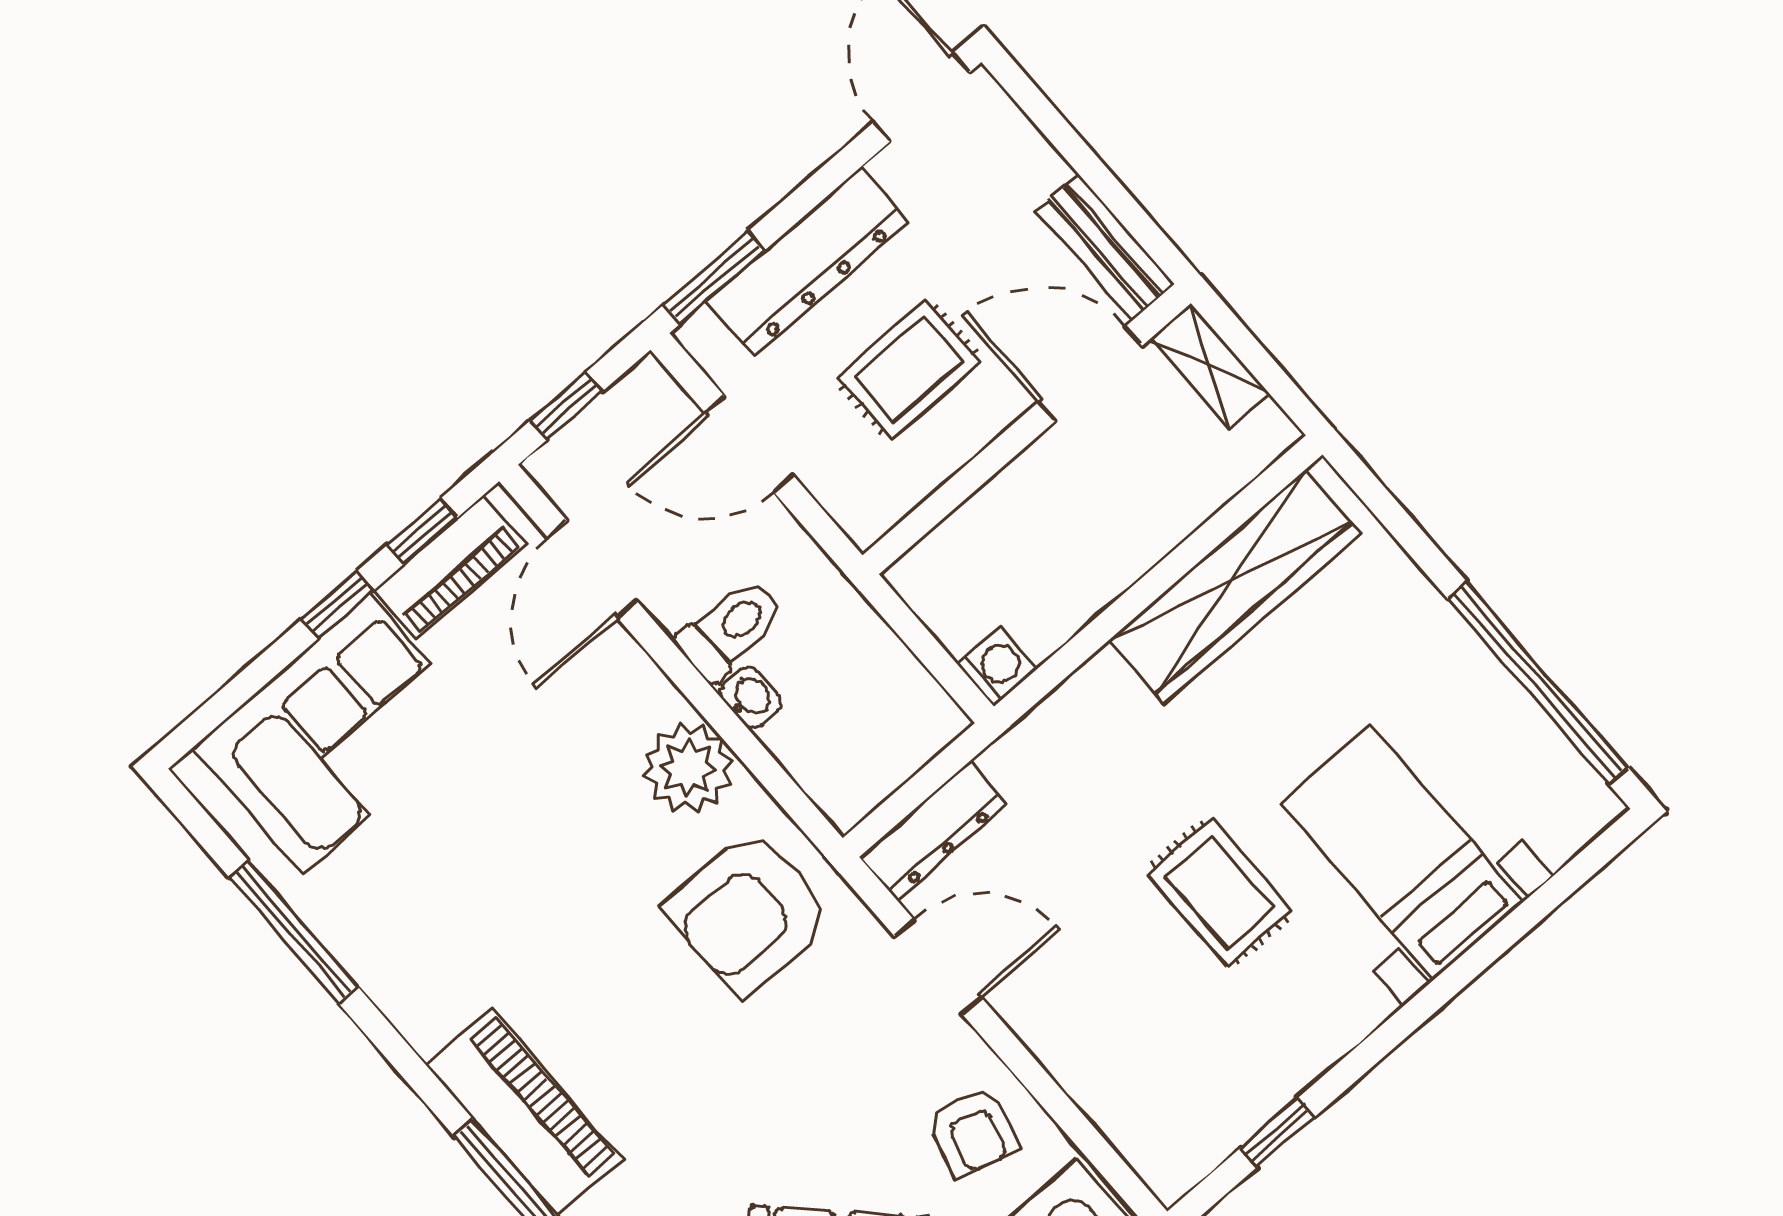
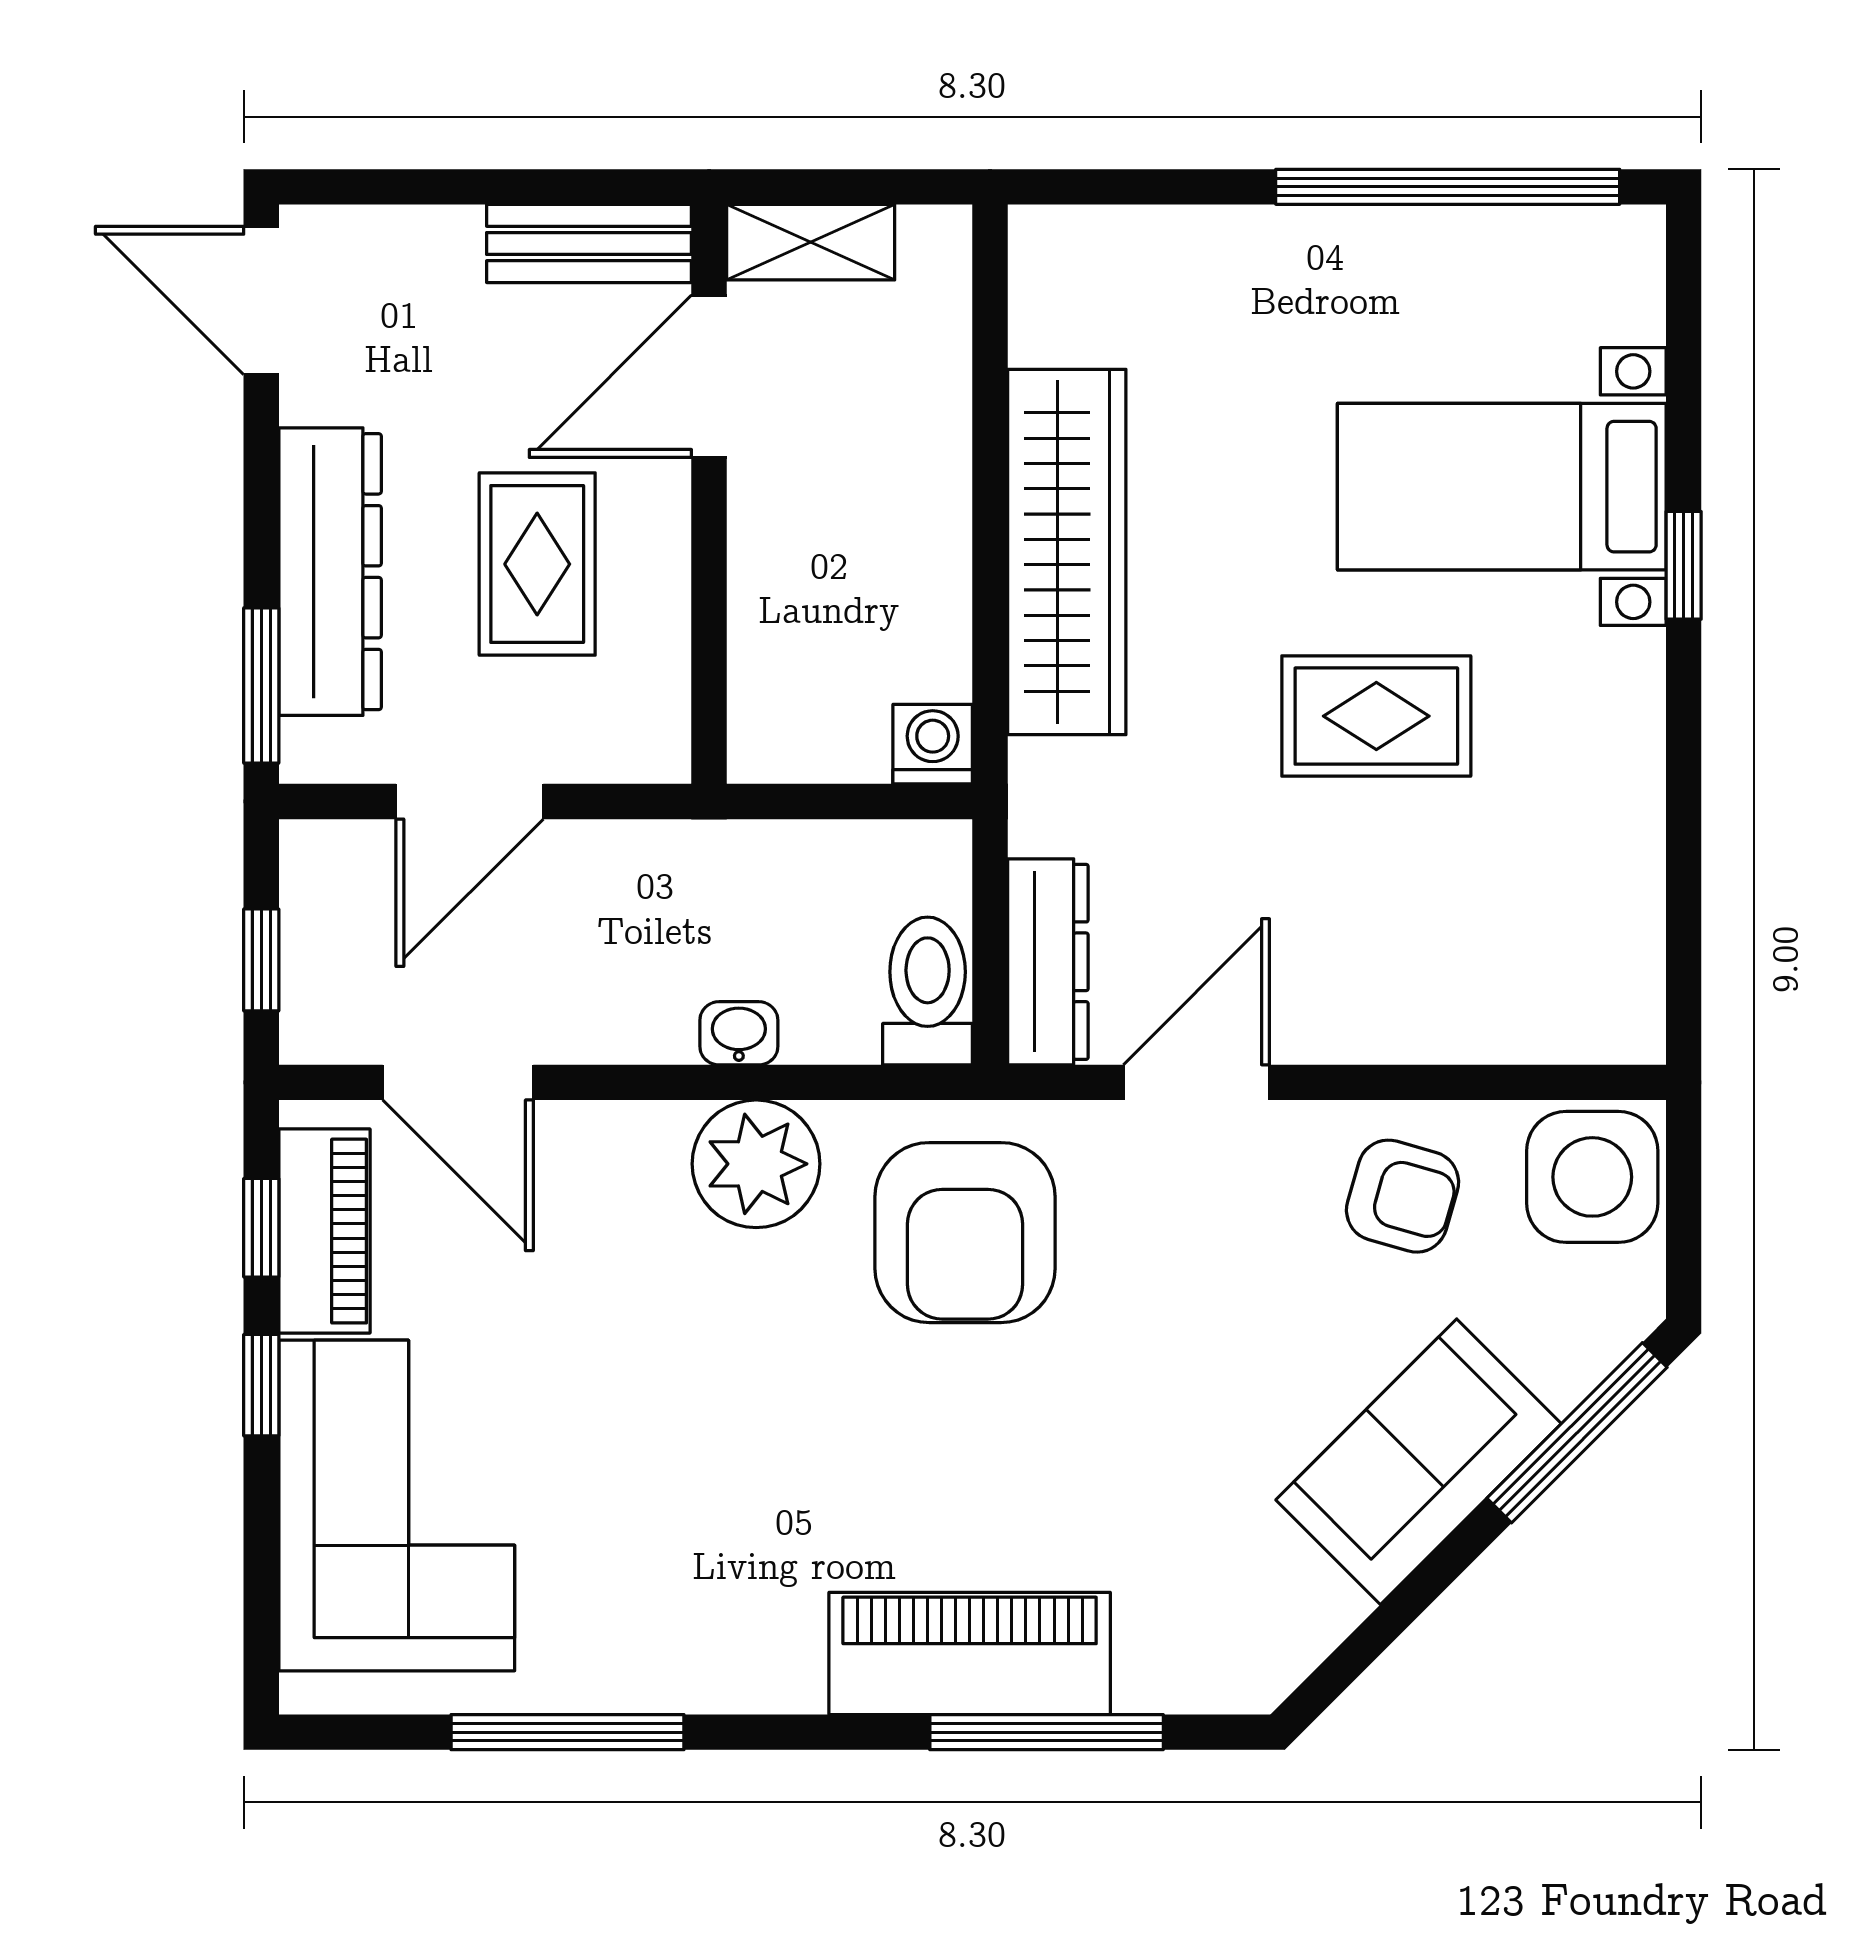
wardrobe: (1235, 586) -> (1067, 552), moved
toilet: (731, 629) -> (928, 991), moved
window: (1277, 1133) -> (1684, 565), moved

